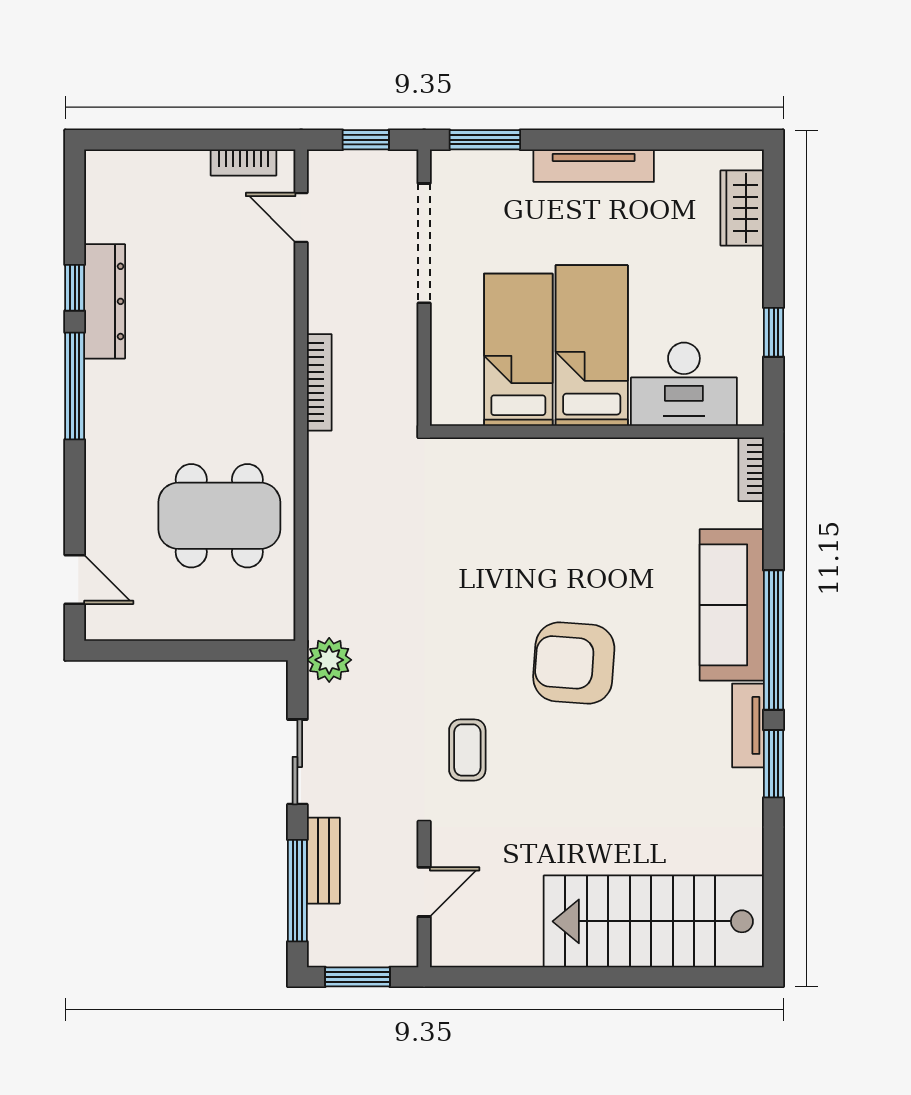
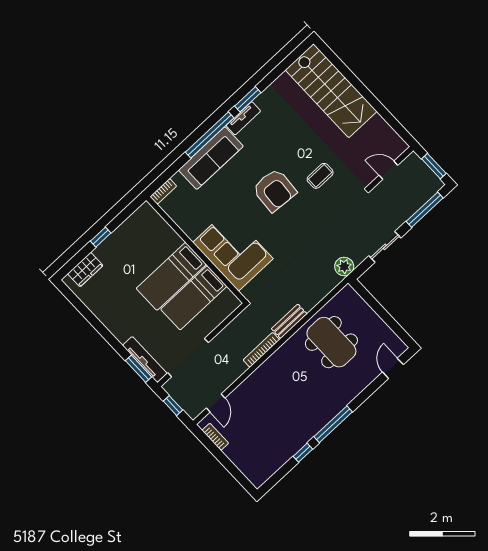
tv unit: (594, 166) -> (145, 359), moved
dresser: (105, 301) -> (298, 439), removed
window: (774, 332) -> (101, 237), moved
desk: (684, 384) -> (156, 237), removed
corner sofa: (537, 494) -> (233, 250), added
coffee table: (467, 750) -> (320, 176), moved
bench: (323, 861) -> (289, 321), moved

